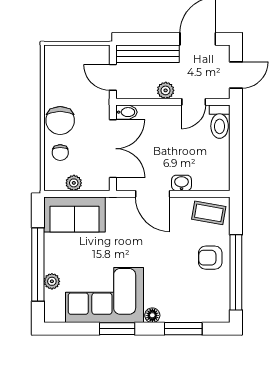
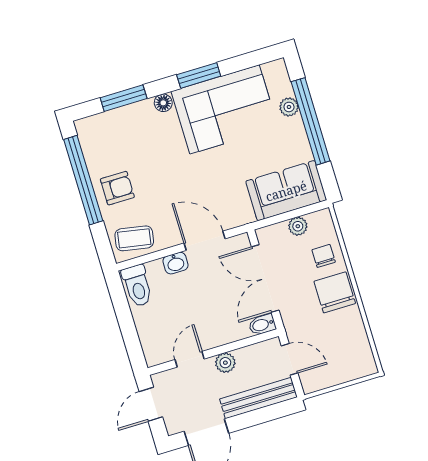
toilet: (220, 122) -> (137, 286), moved, turned 180

